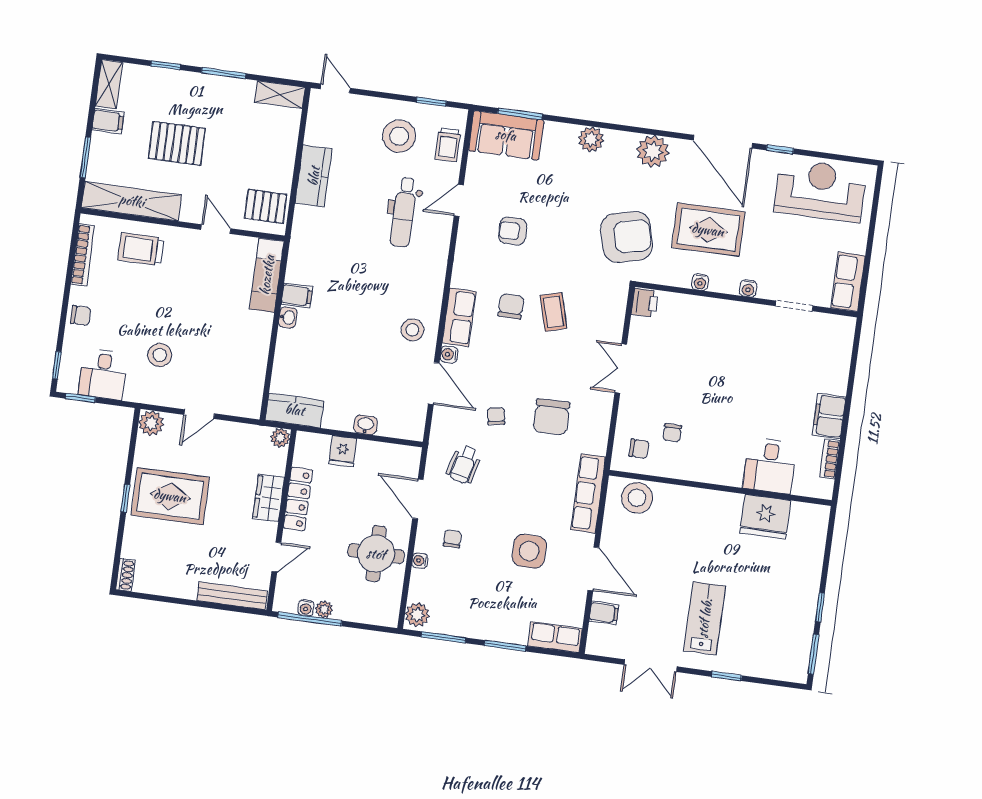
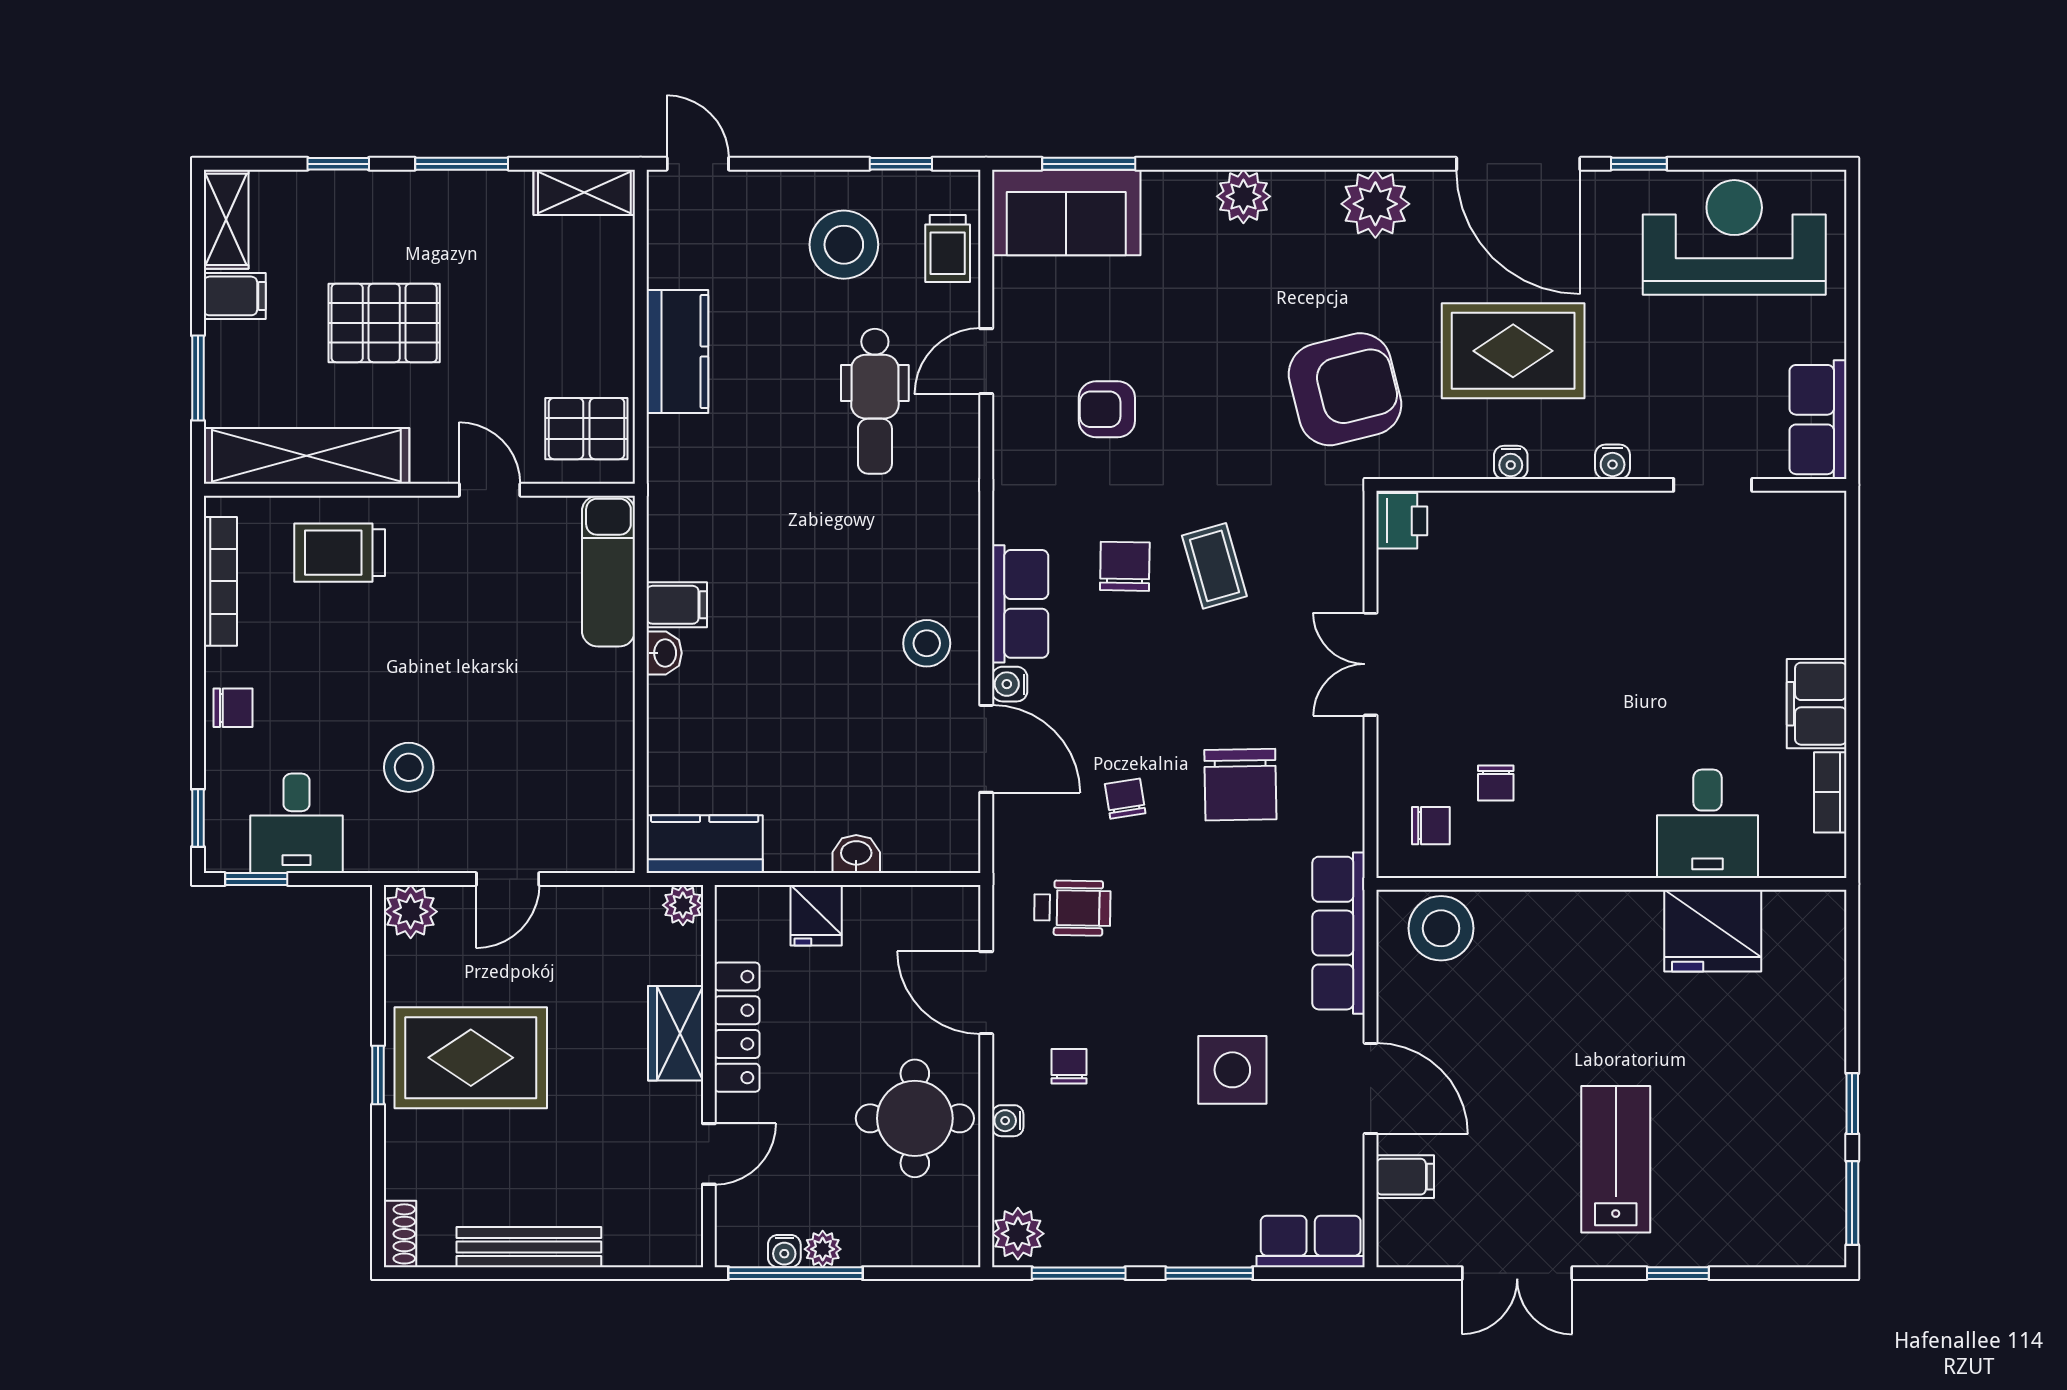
wheelchair: (464, 464) -> (1072, 908), turned -103
bench: (232, 596) -> (529, 1247), moved

